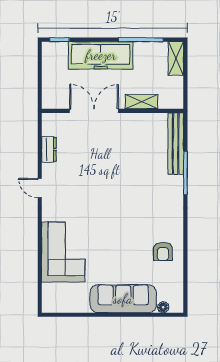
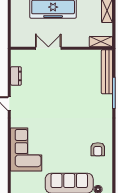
shelving: (142, 102) -> (101, 42), moved
double door: (94, 111) -> (48, 48), width x0.73

